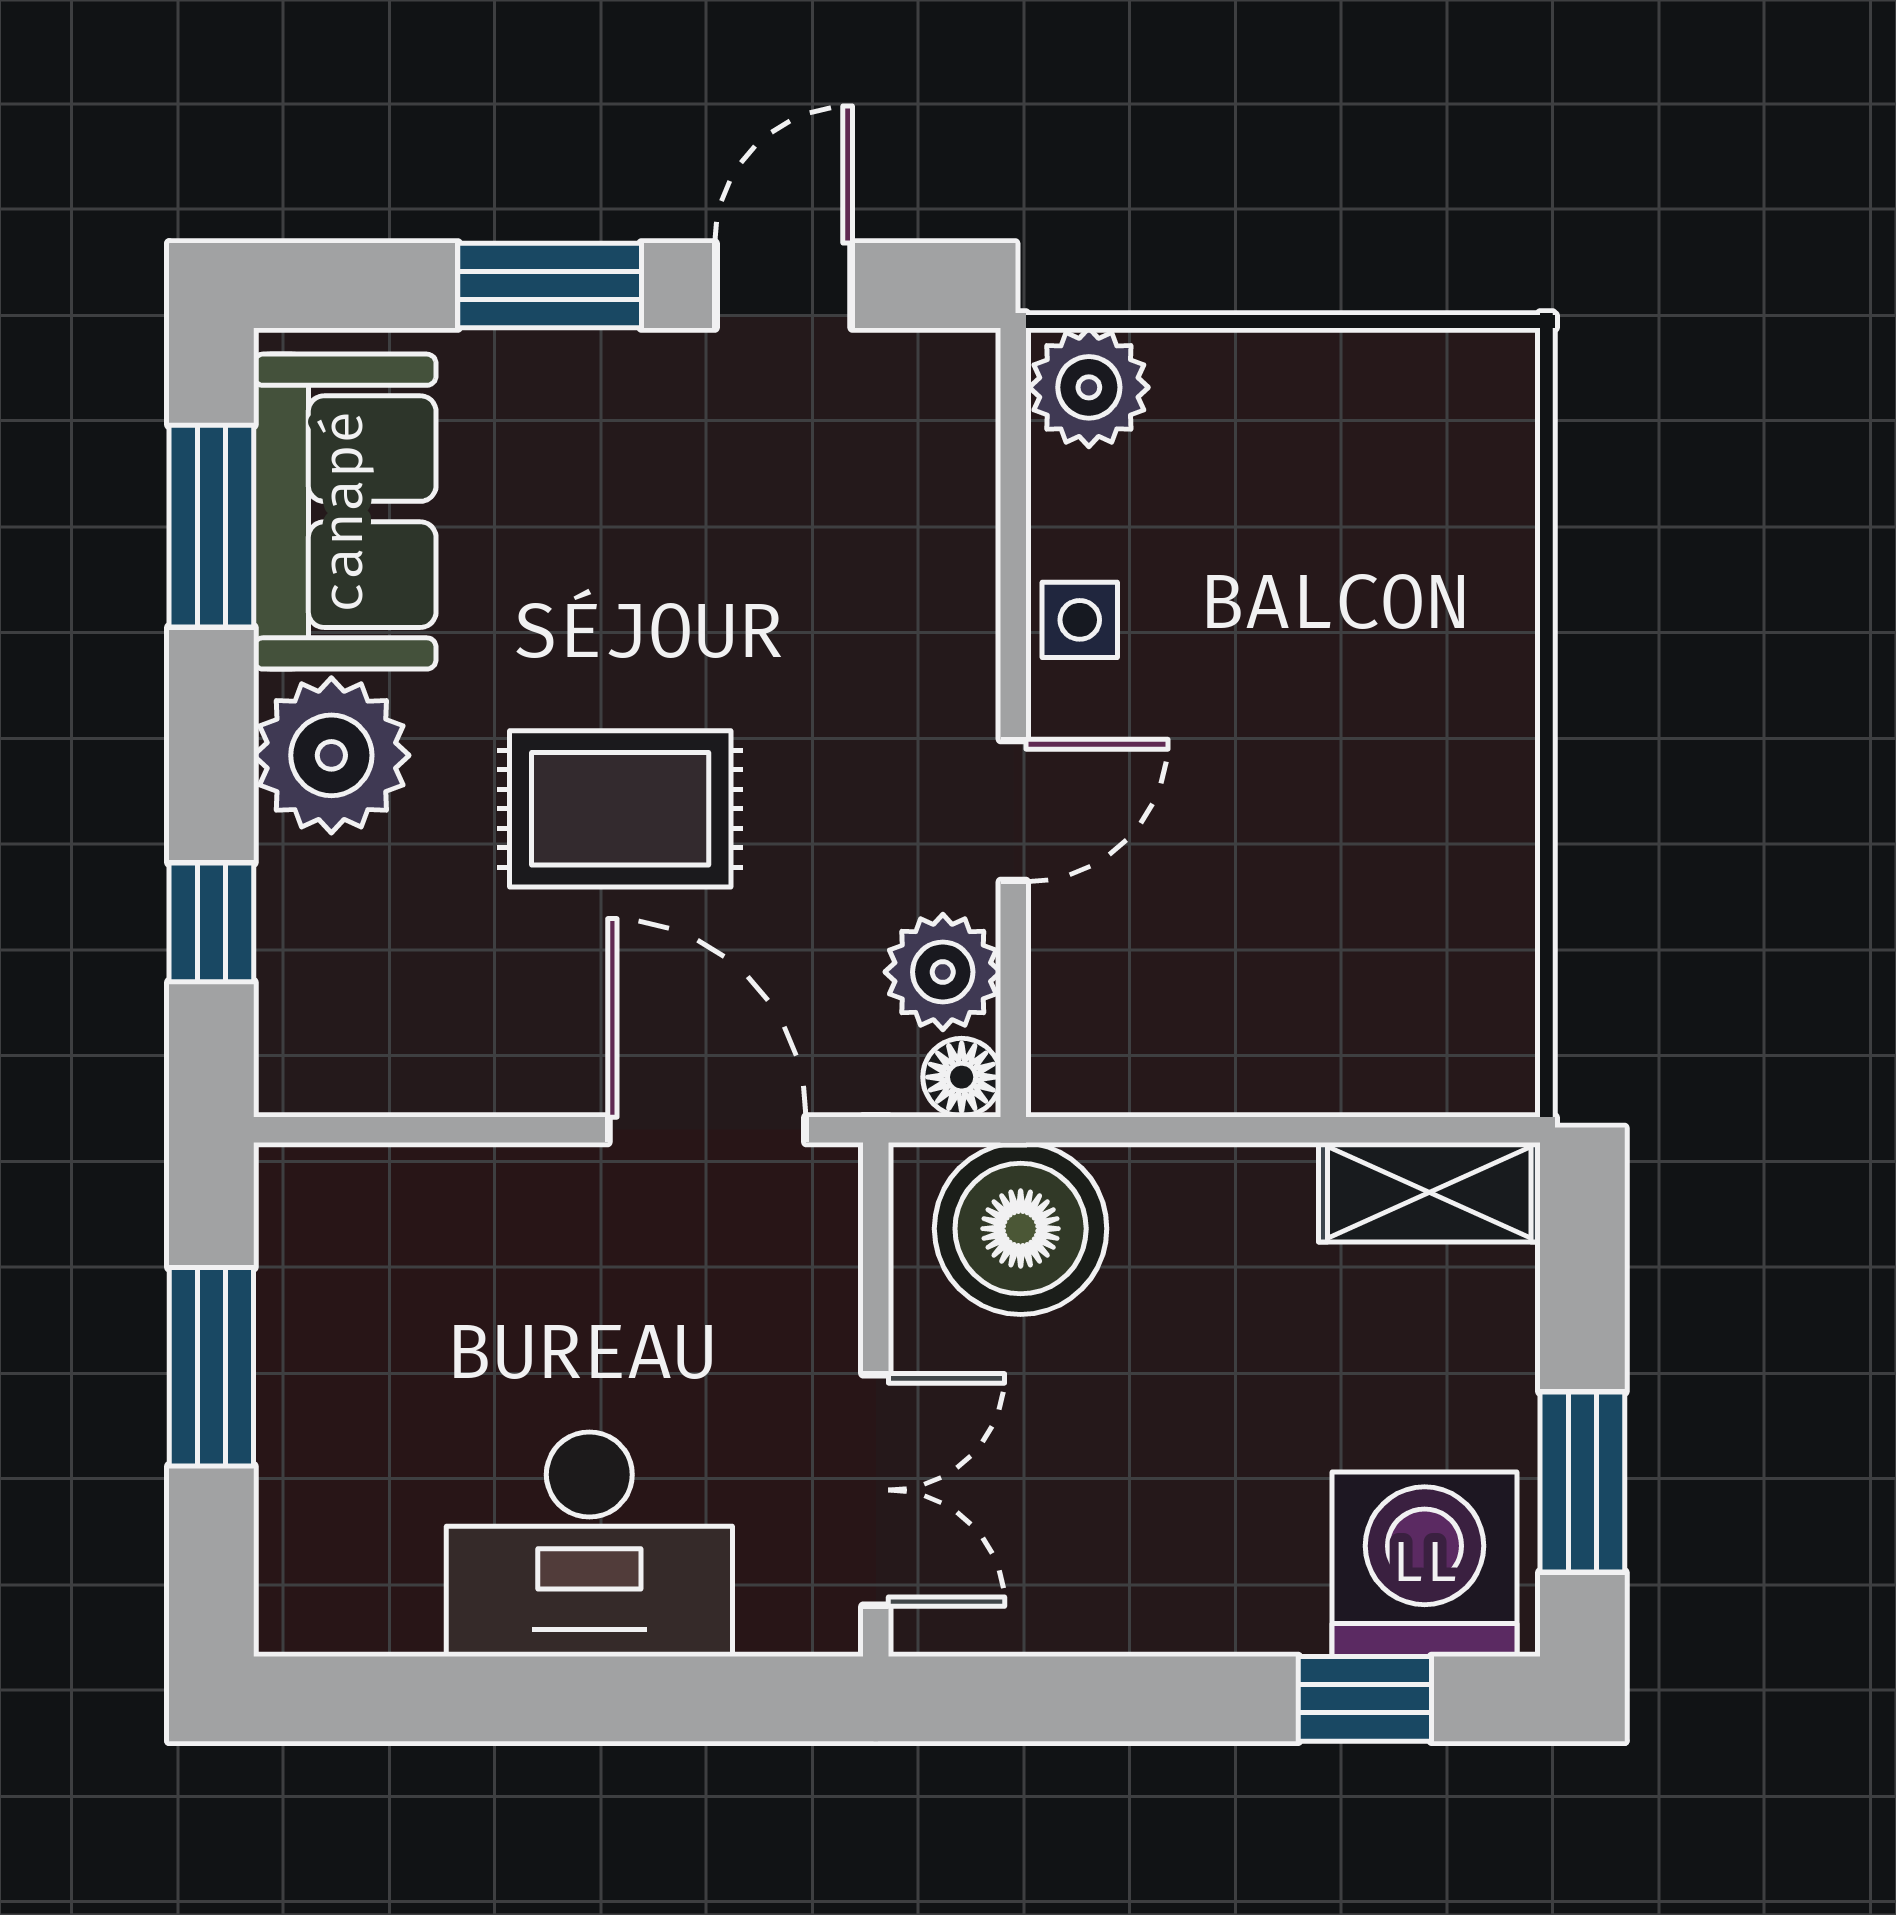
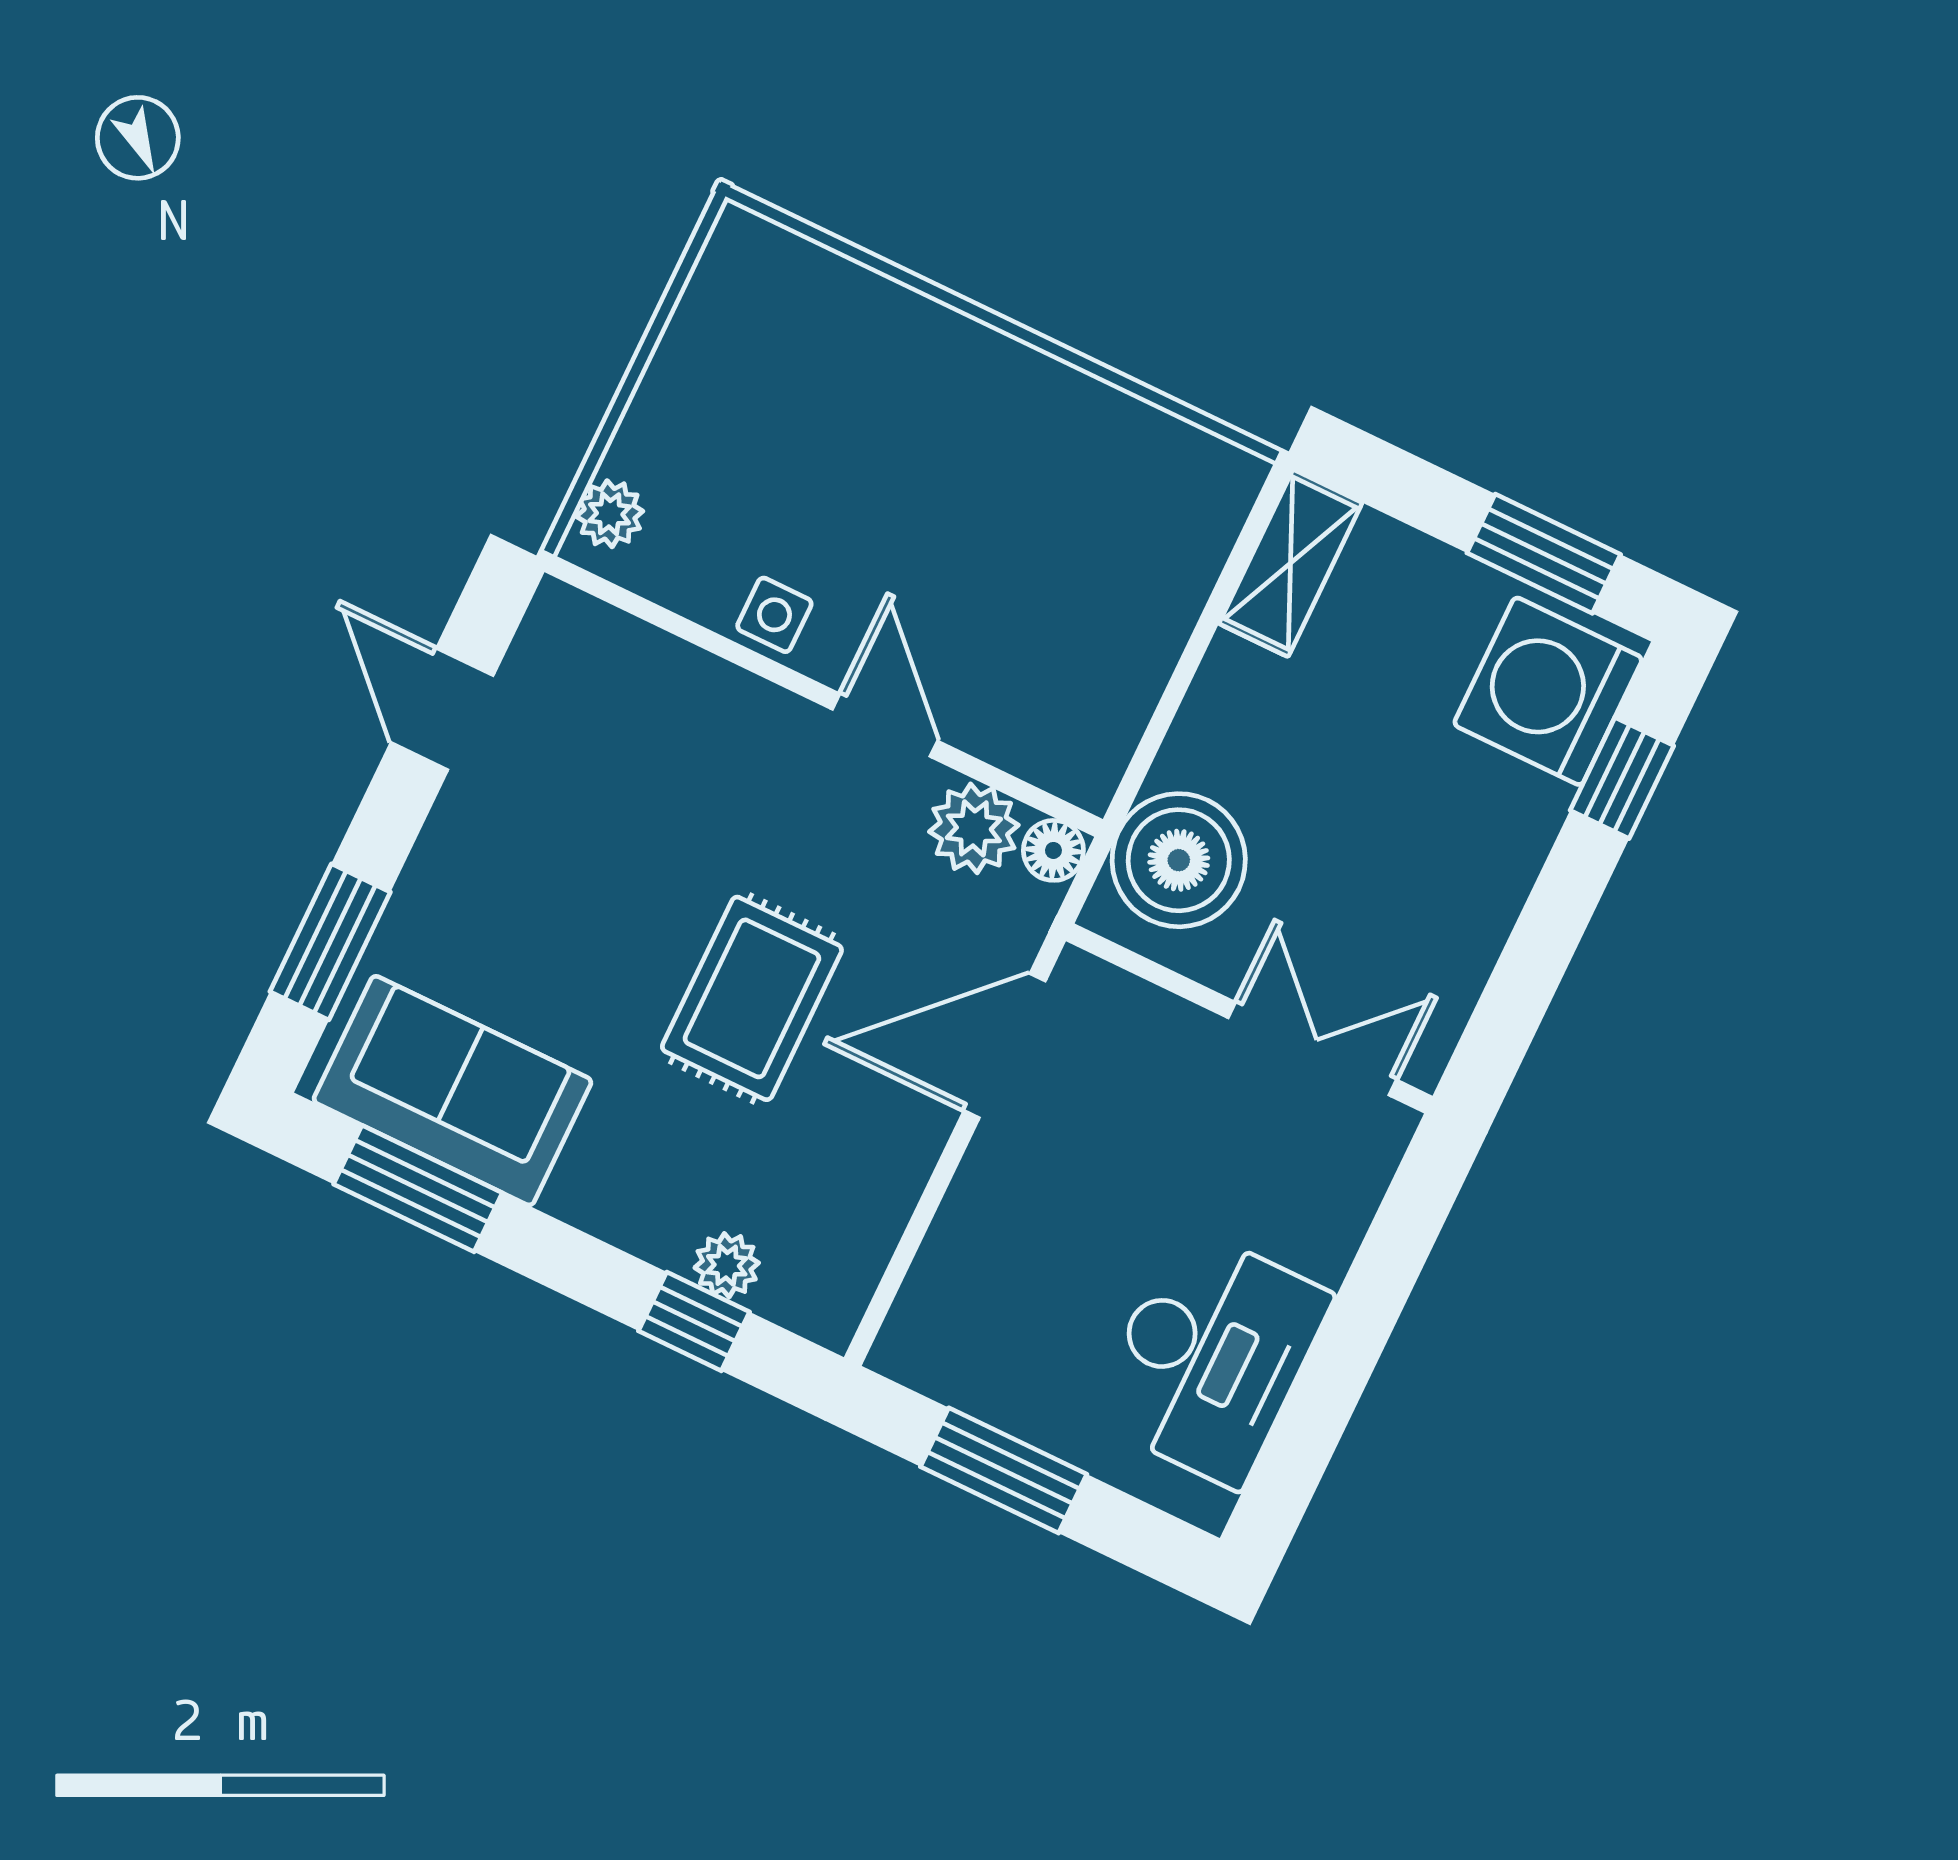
window: (550, 286) -> (330, 942), moved
plant: (1089, 387) -> (610, 514), width x0.73, depth x0.73
plant: (331, 755) -> (727, 1265), moved, width x0.53, depth x0.53
desk: (589, 1544) -> (1211, 1357), moved

